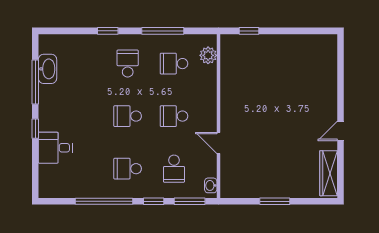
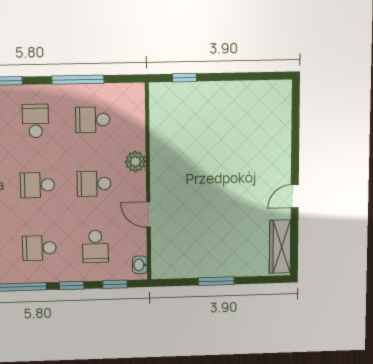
plant: (208, 55) -> (135, 162), moved
window: (190, 201) -> (115, 284), width x0.67

